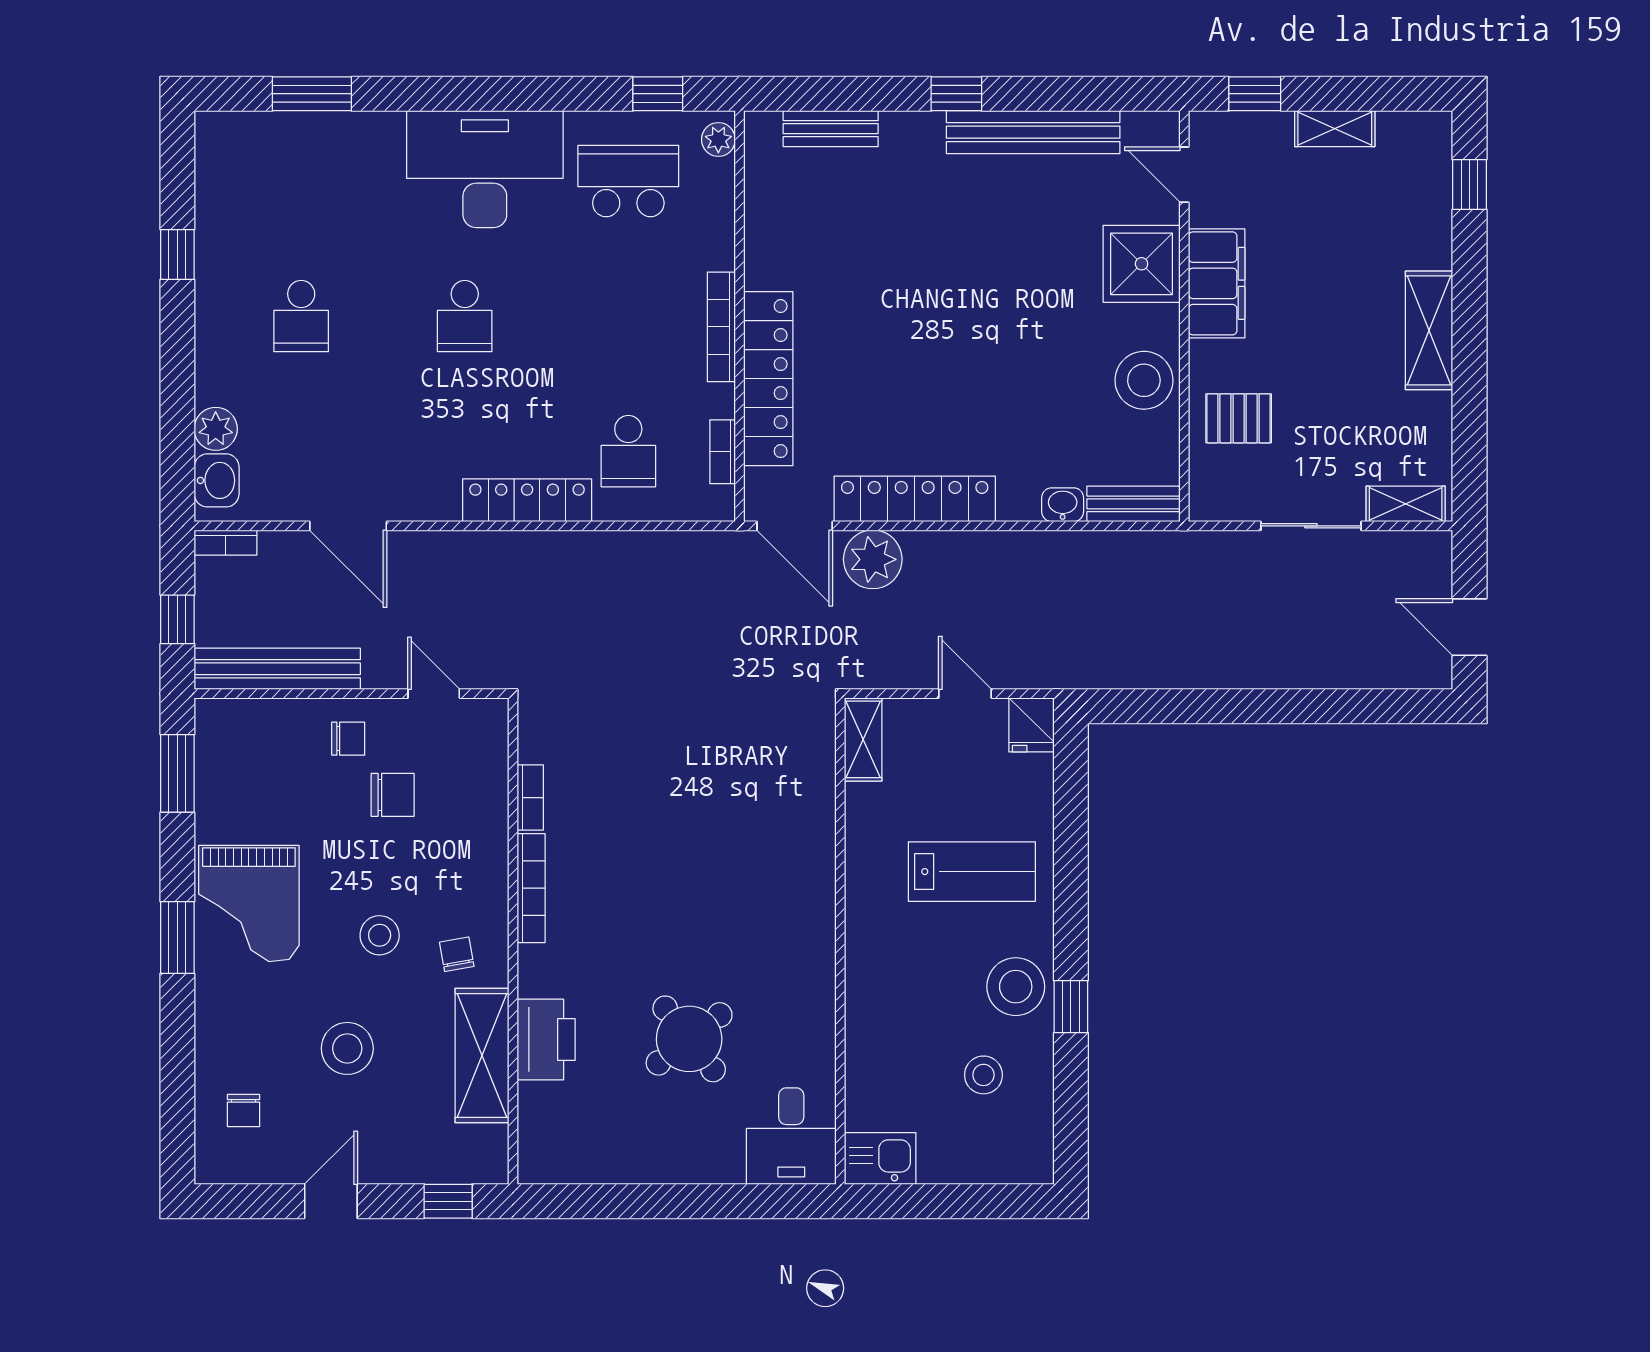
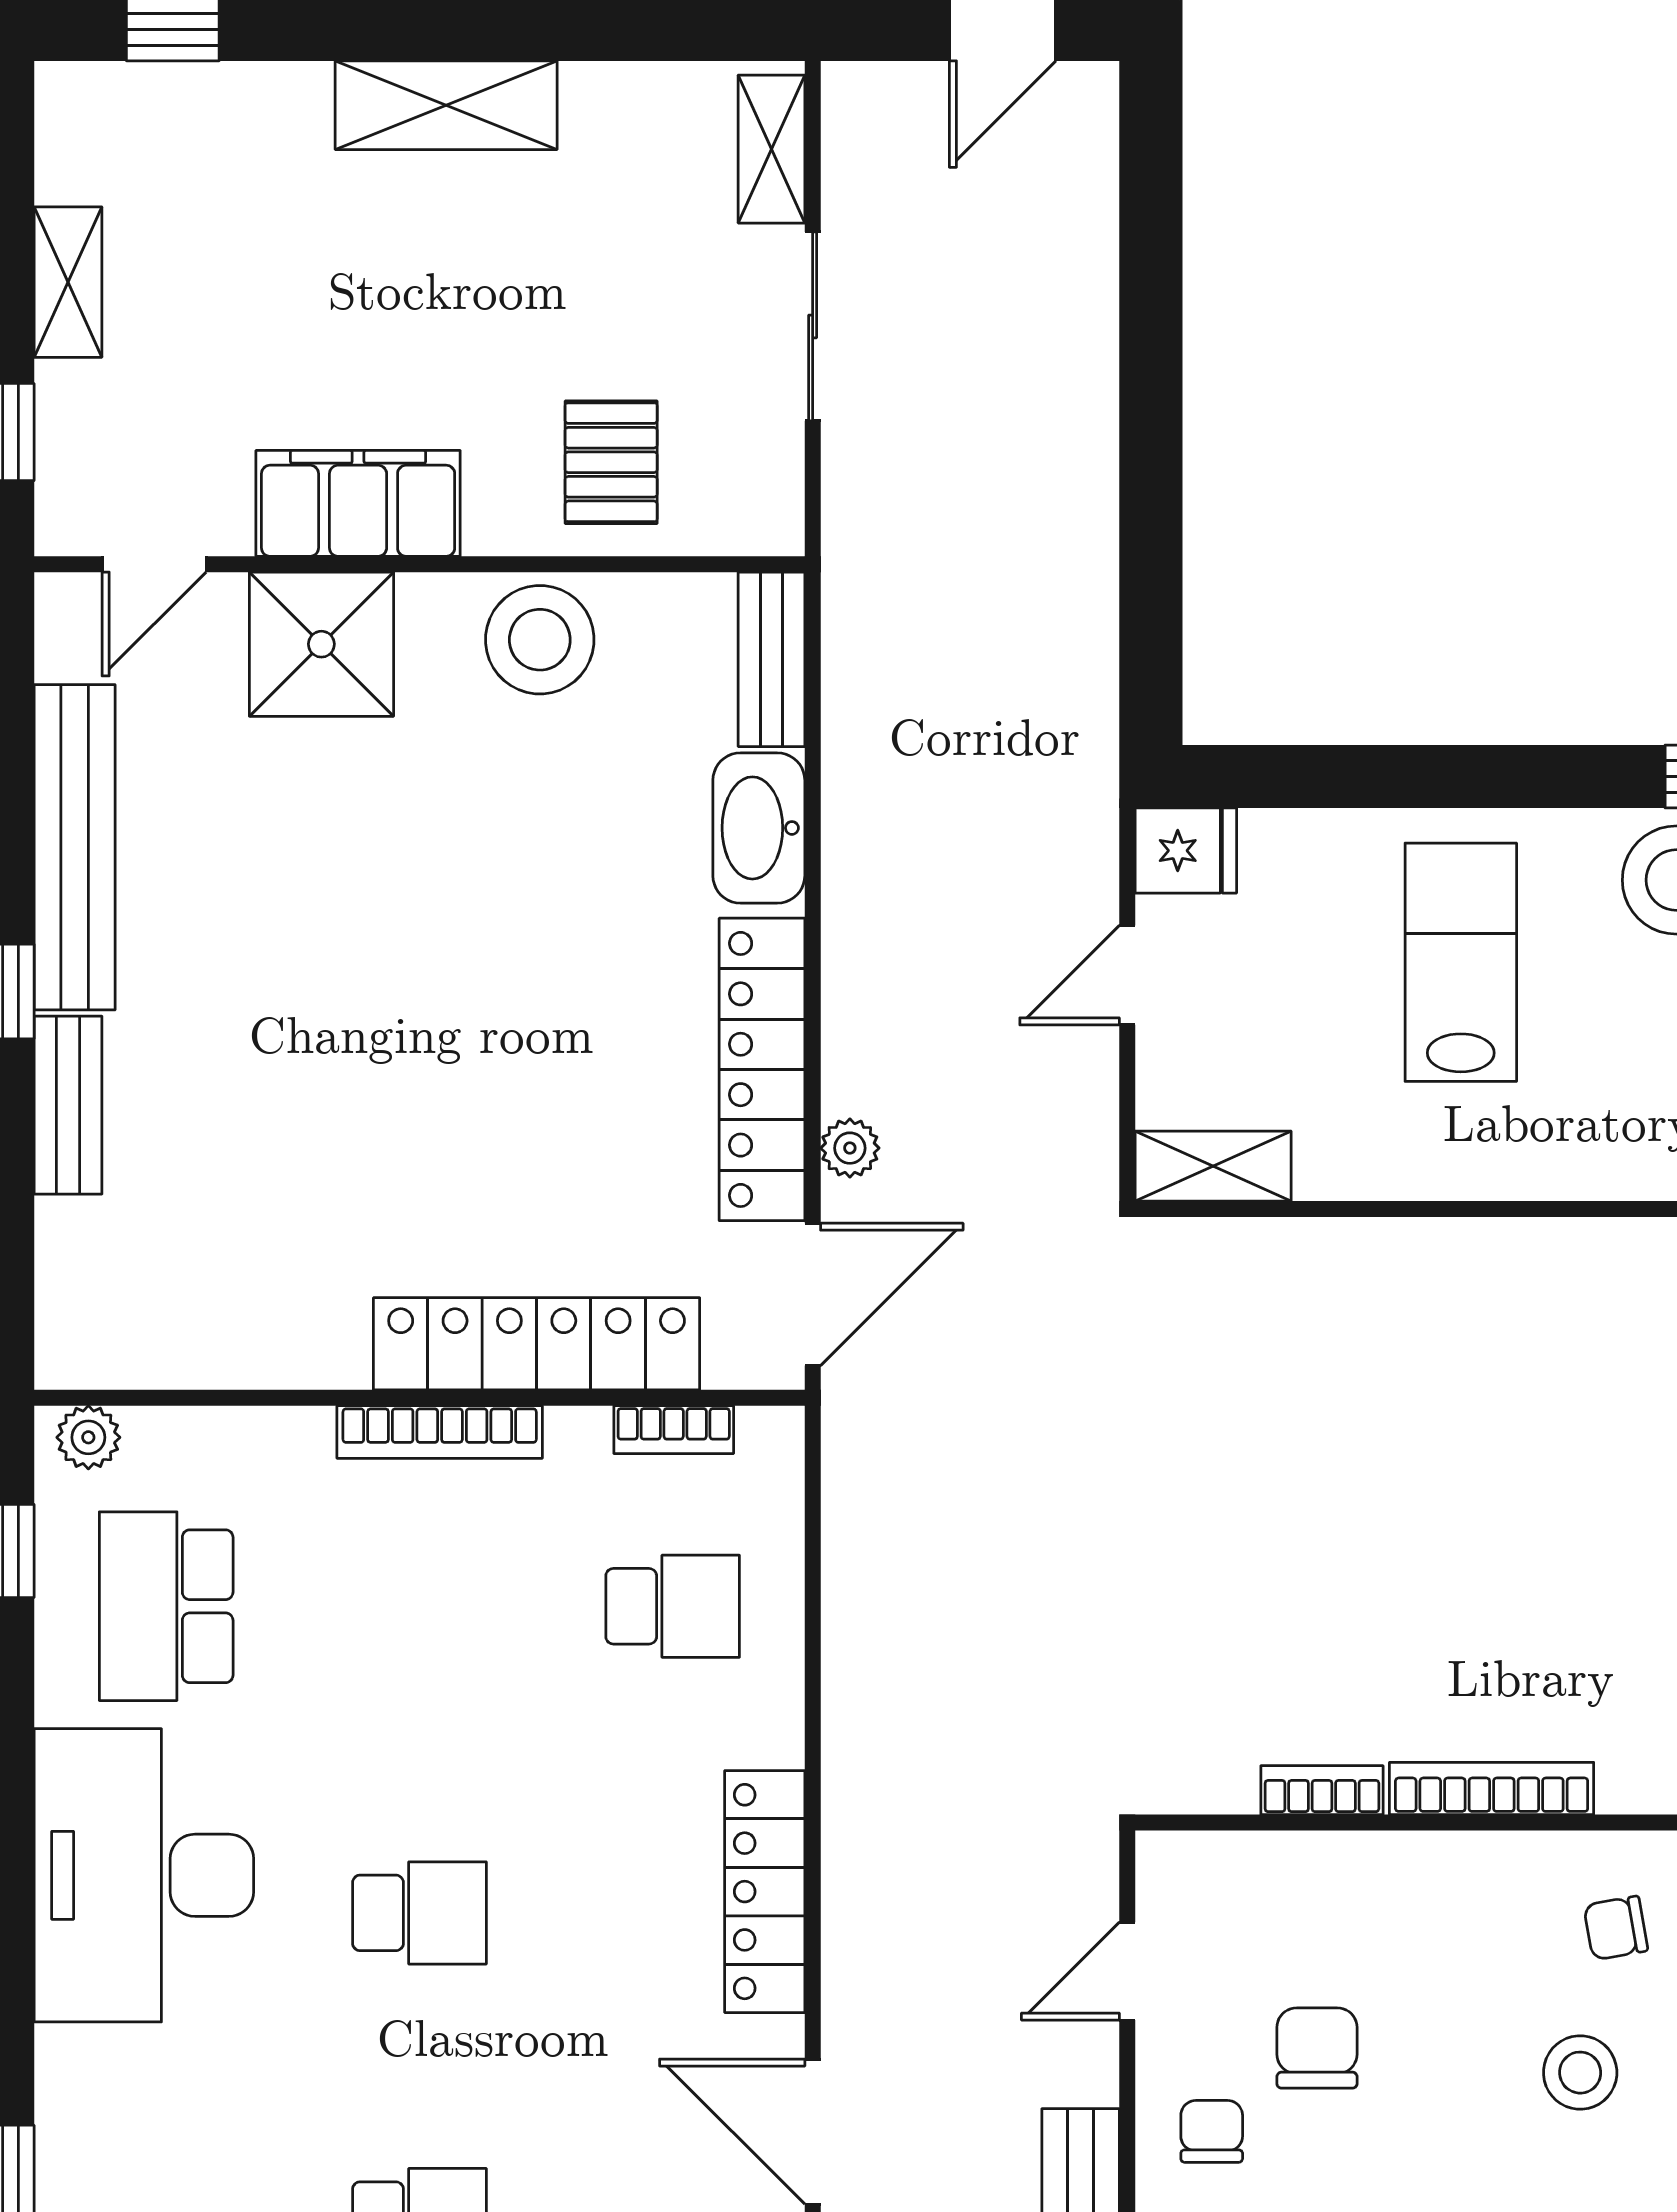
bench: (831, 129) -> (68, 1105), moved
locker: (527, 500) -> (765, 1892), moved
washbasin: (1063, 505) -> (759, 828), width x1.91, depth x1.45
door: (348, 526) -> (813, 2132), swing flipped
plant: (873, 559) -> (850, 1148), width x0.53, depth x0.53

